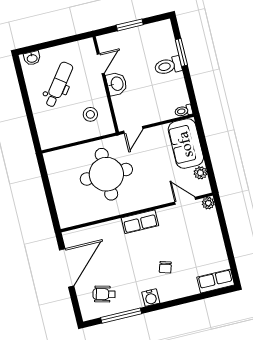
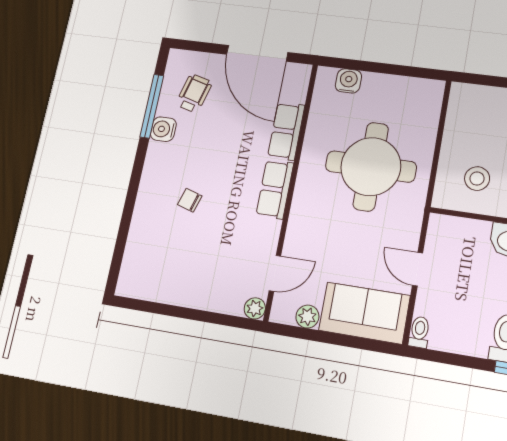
door: (133, 130) -> (418, 269), moved
water cooler: (63, 208) -> (348, 81), added
row of seats: (216, 281) -> (286, 131), moved, turned 180
water cooler: (151, 298) -> (163, 129), moved

